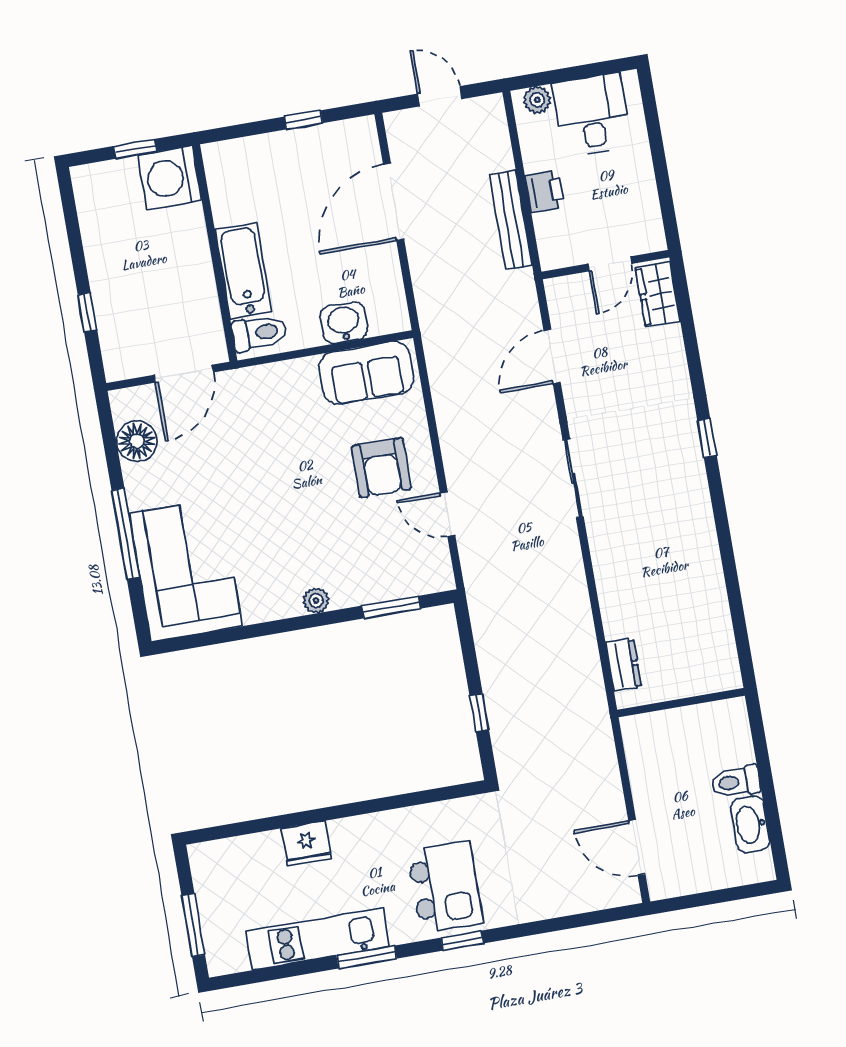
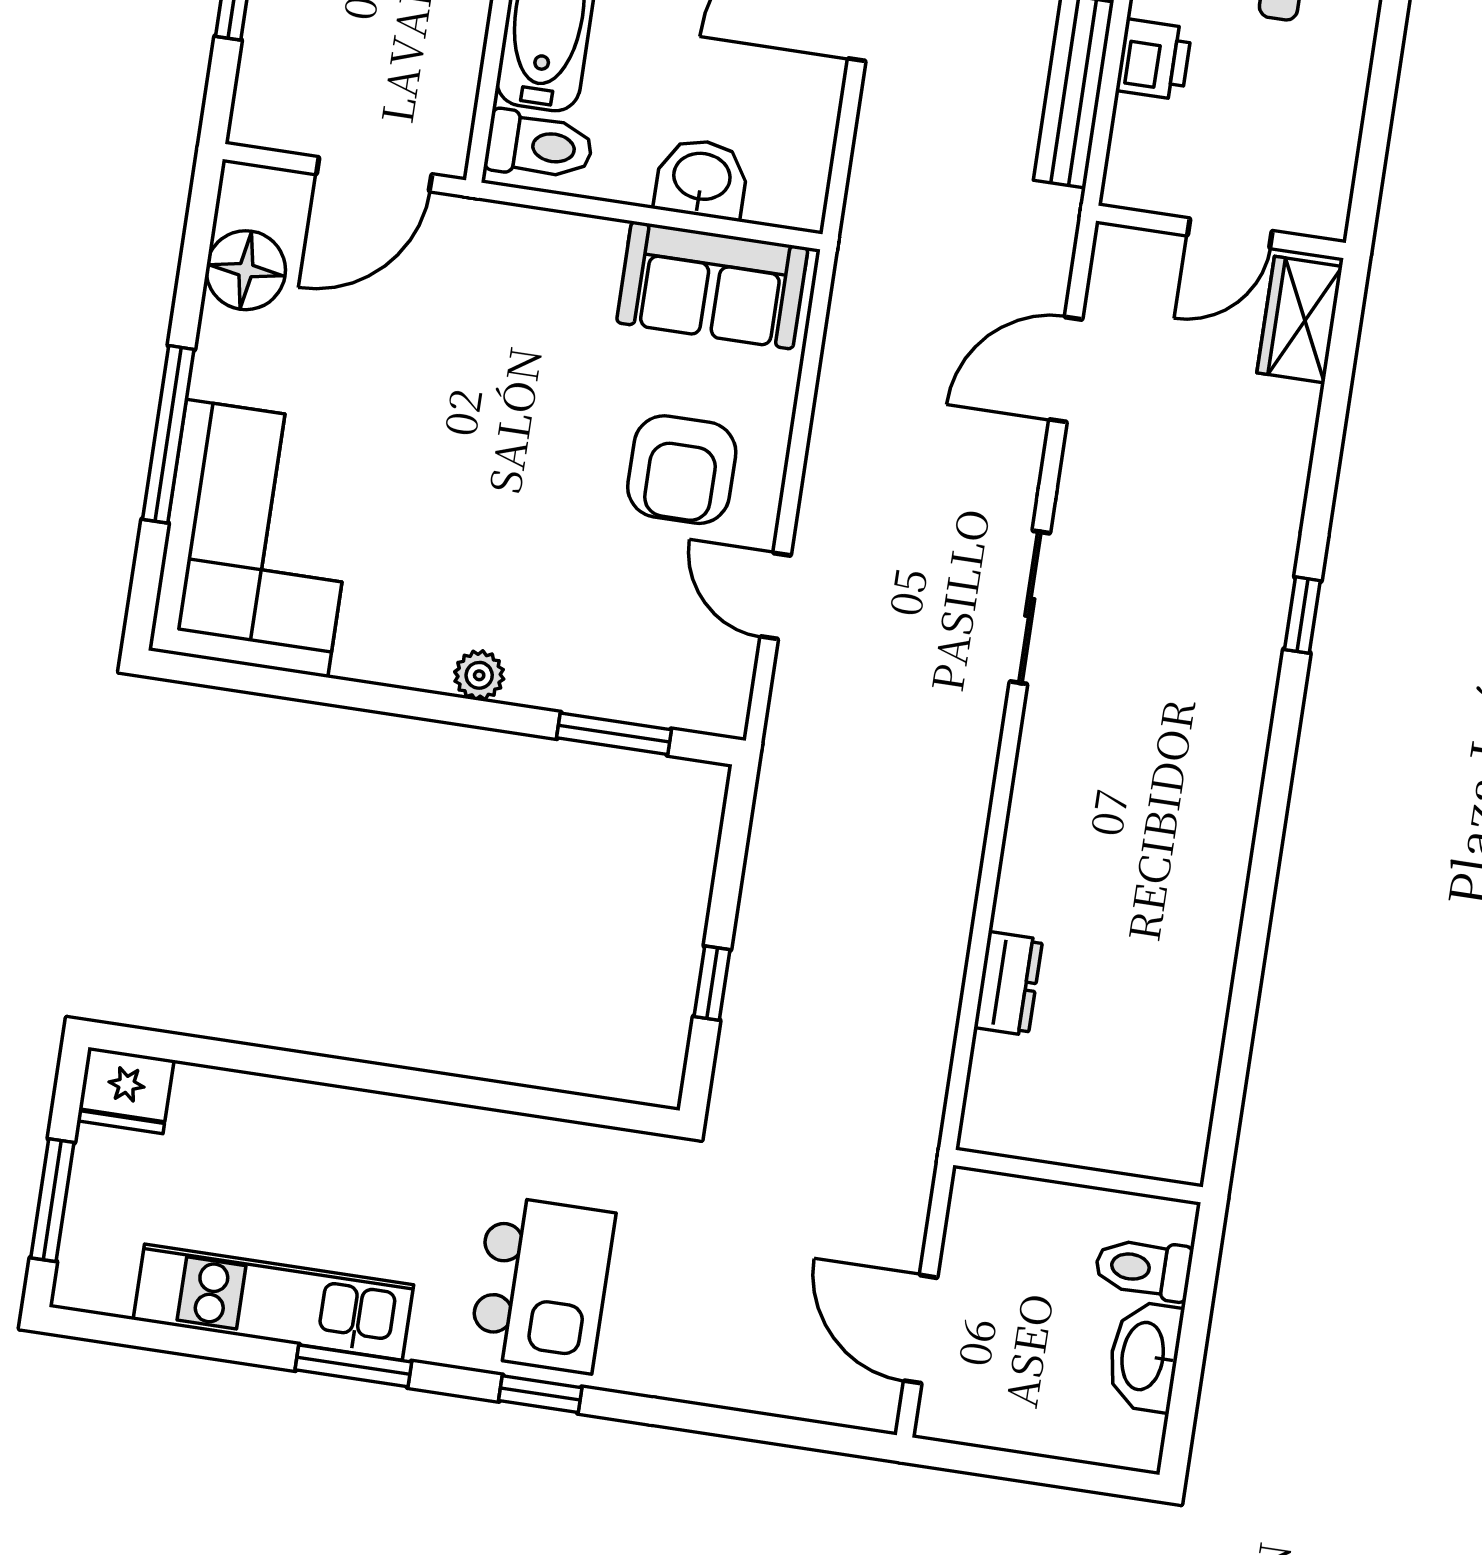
wall: (681, 703) -> (1078, 1176), moved
fridge: (306, 843) -> (126, 1090), moved

